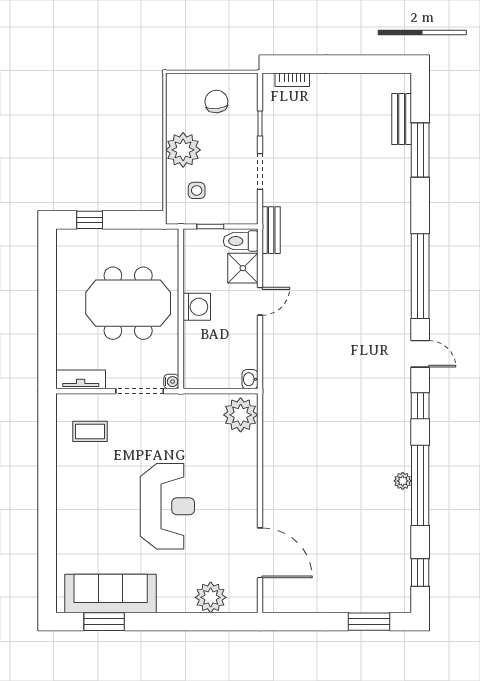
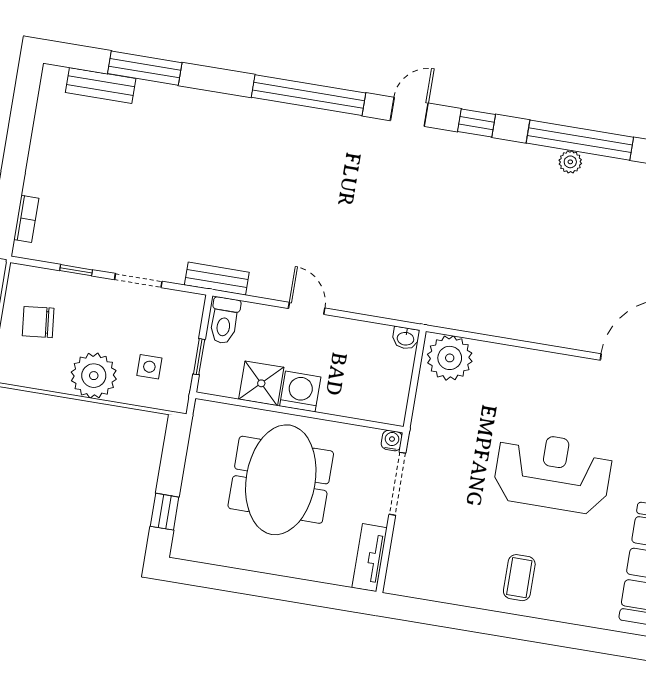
shower: (243, 268) -> (261, 383), moved
coffee table: (90, 431) -> (519, 578), moved

